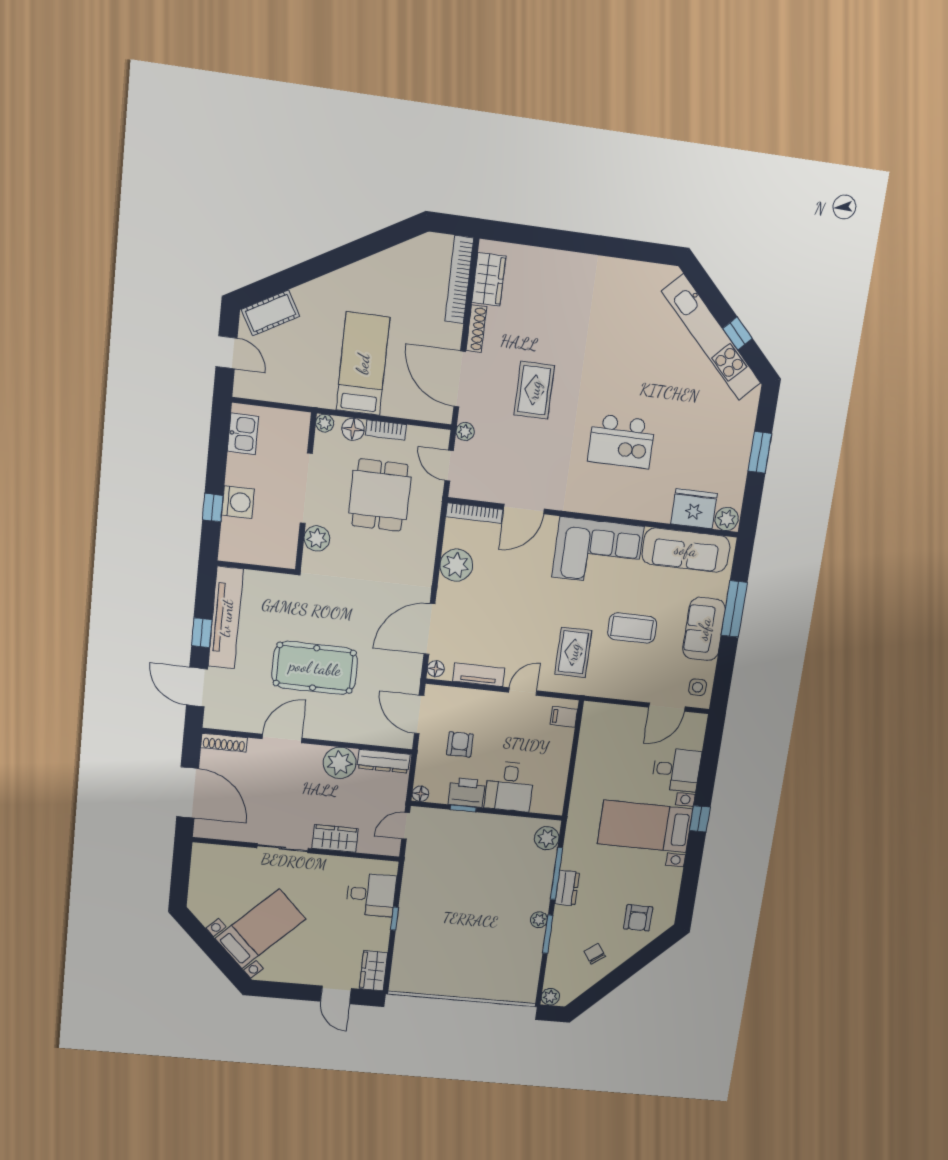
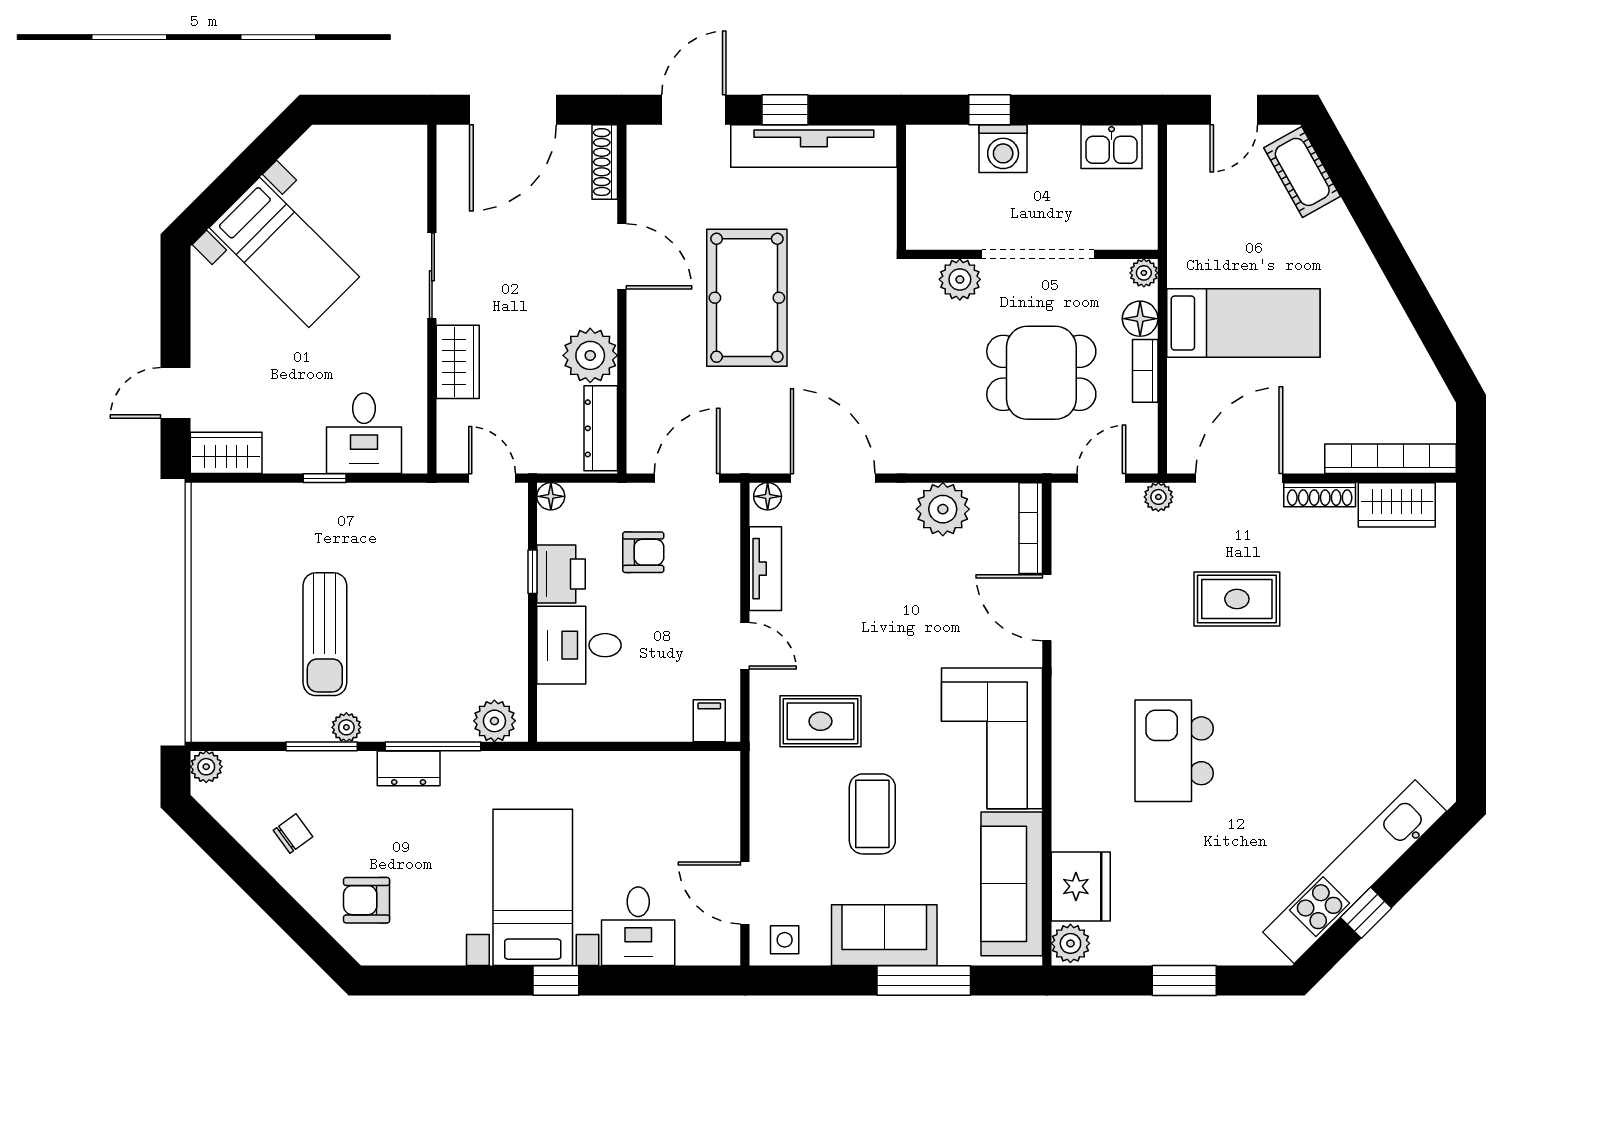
sun lounger: (484, 927) -> (325, 634), added

